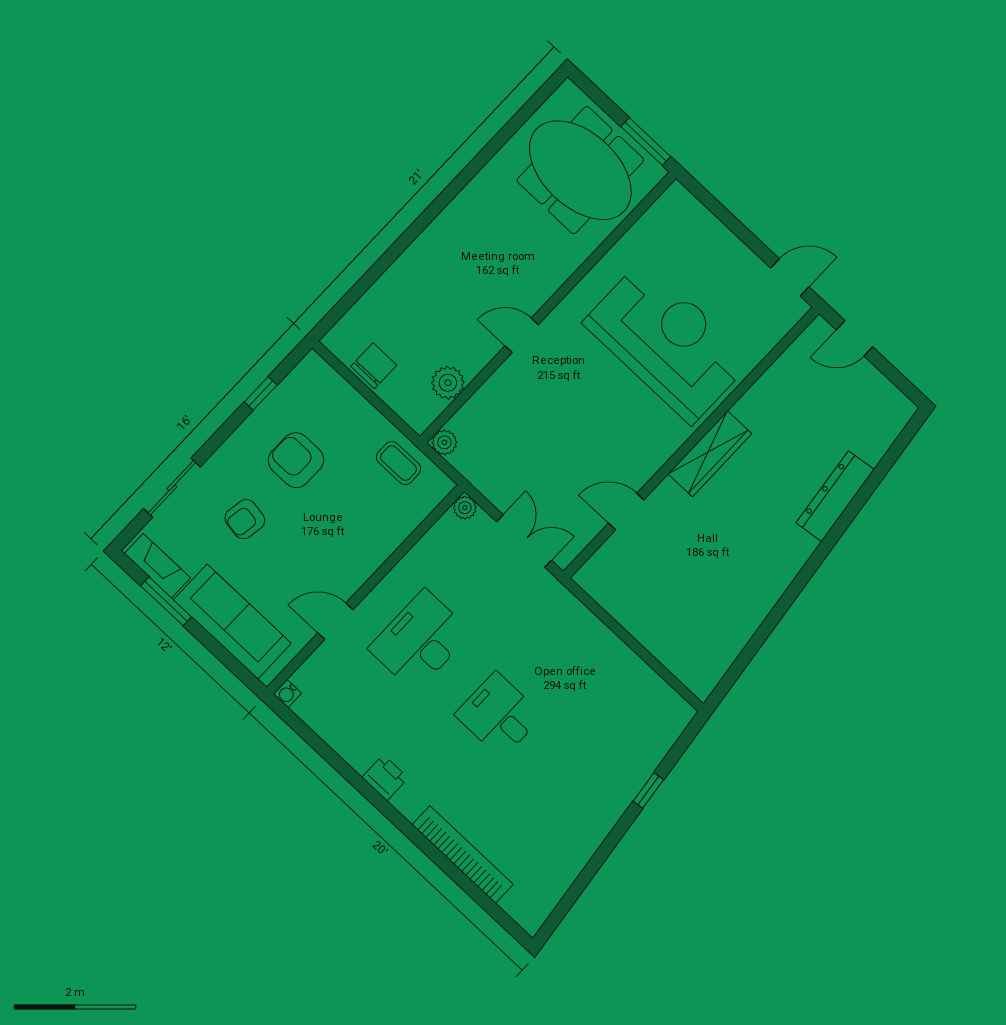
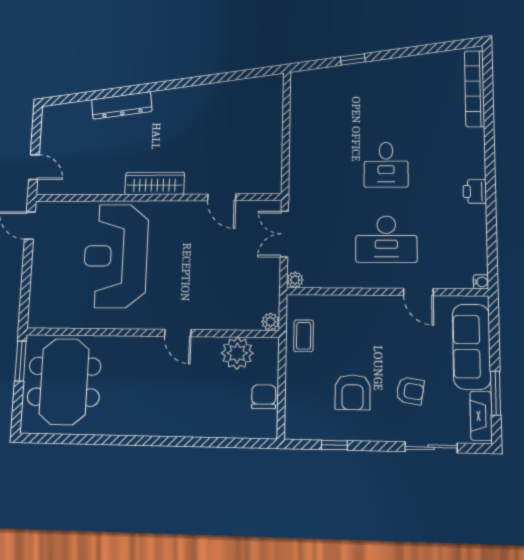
chair: (374, 366) -> (264, 397), turned 90
plant: (448, 383) -> (237, 353), width x1.36, depth x1.36
bookcase: (463, 855) -> (475, 89), moved

